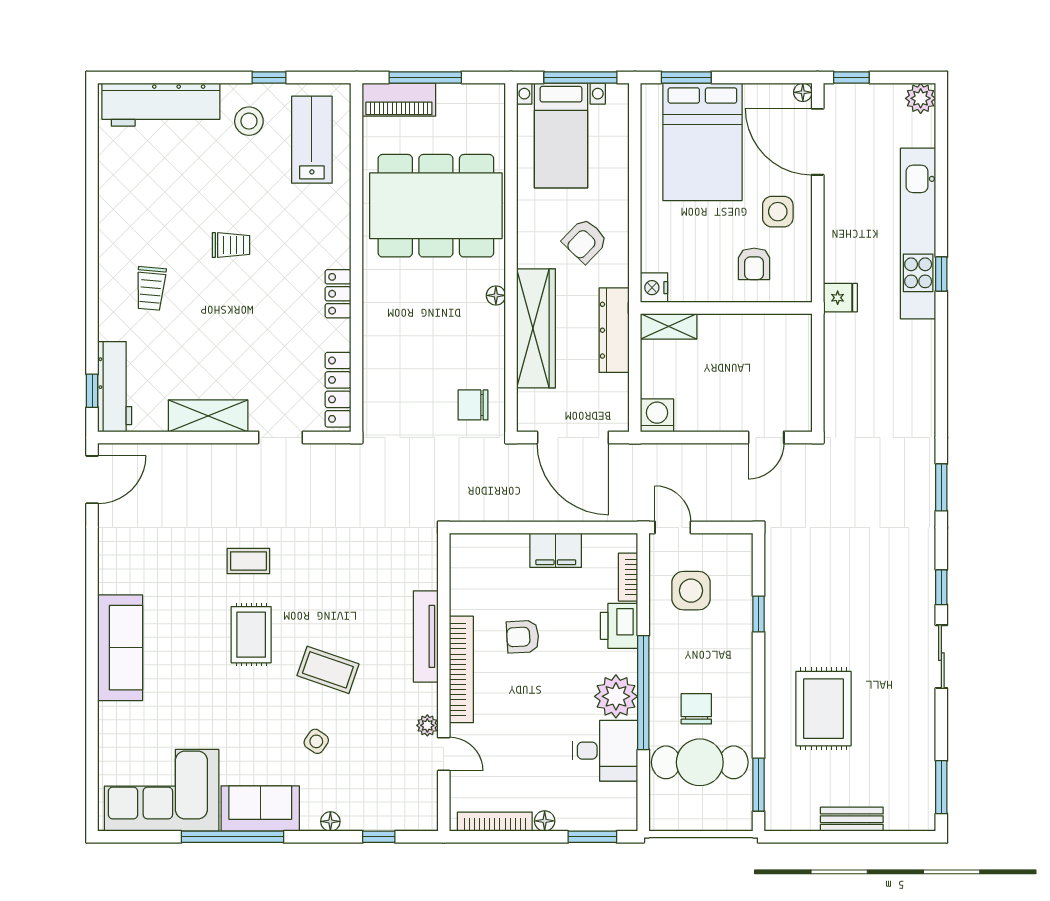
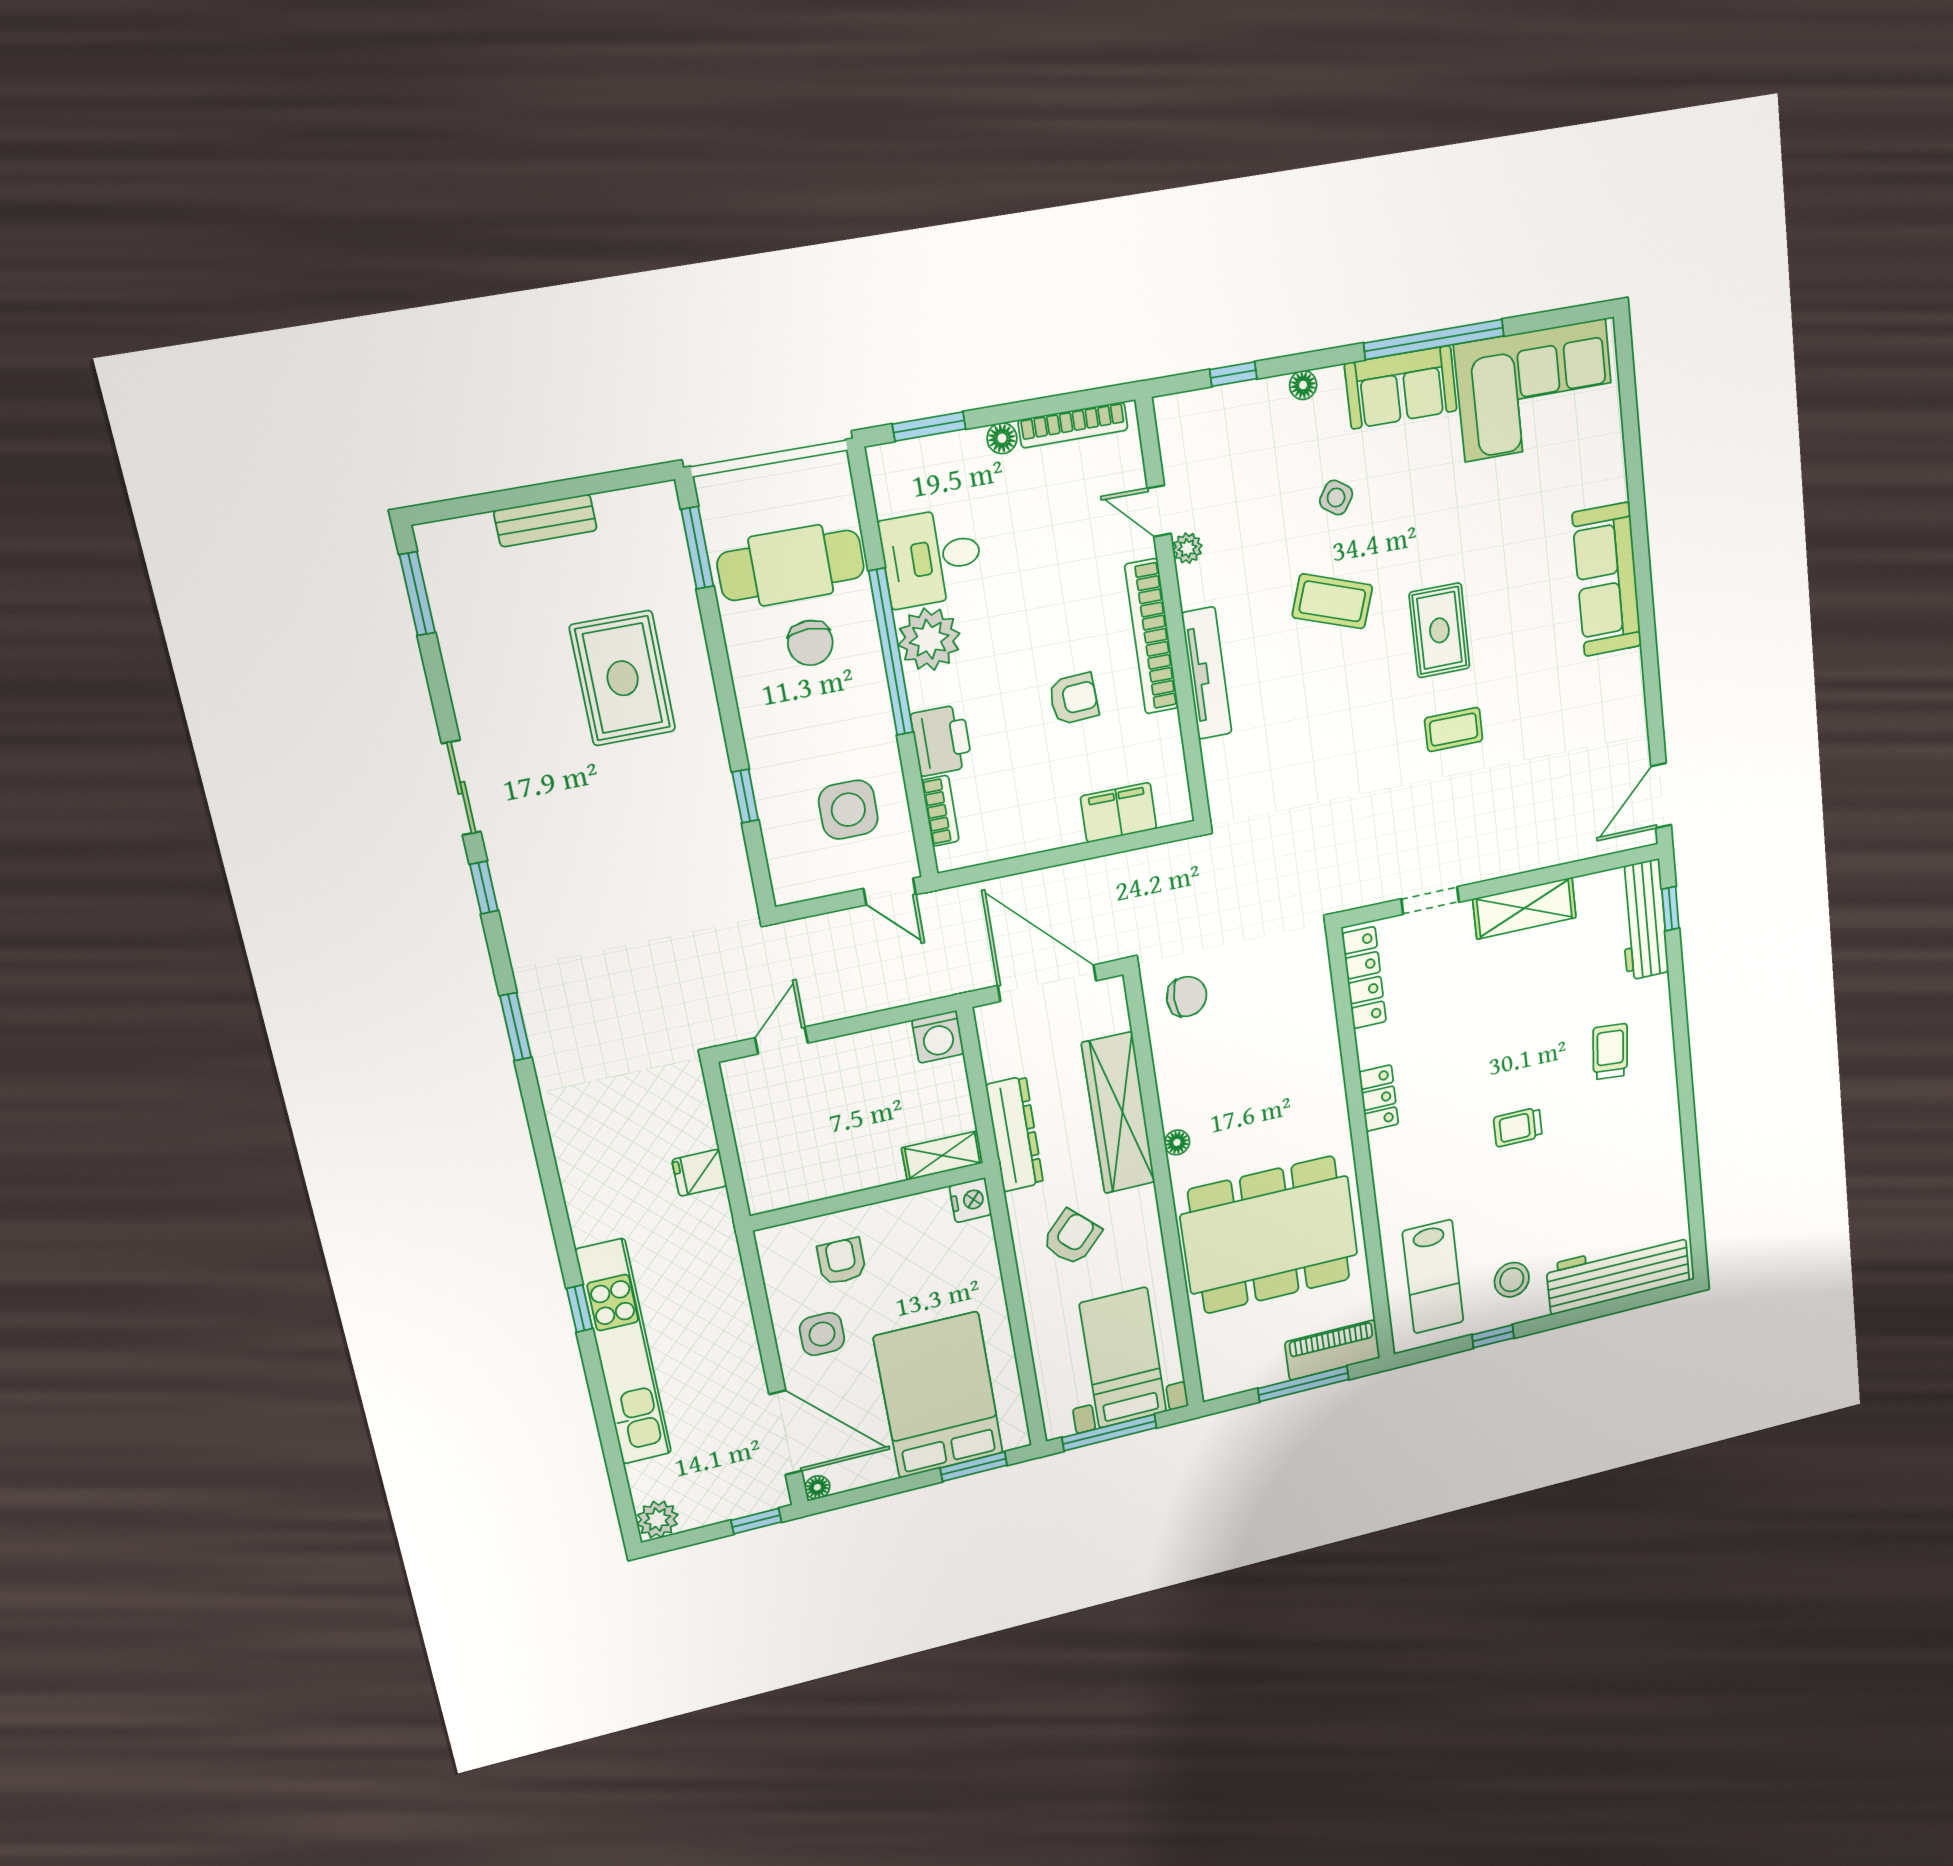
fridge: (840, 298) -> (699, 1173), moved
filing cabinet: (556, 550) -> (1119, 812), moved

